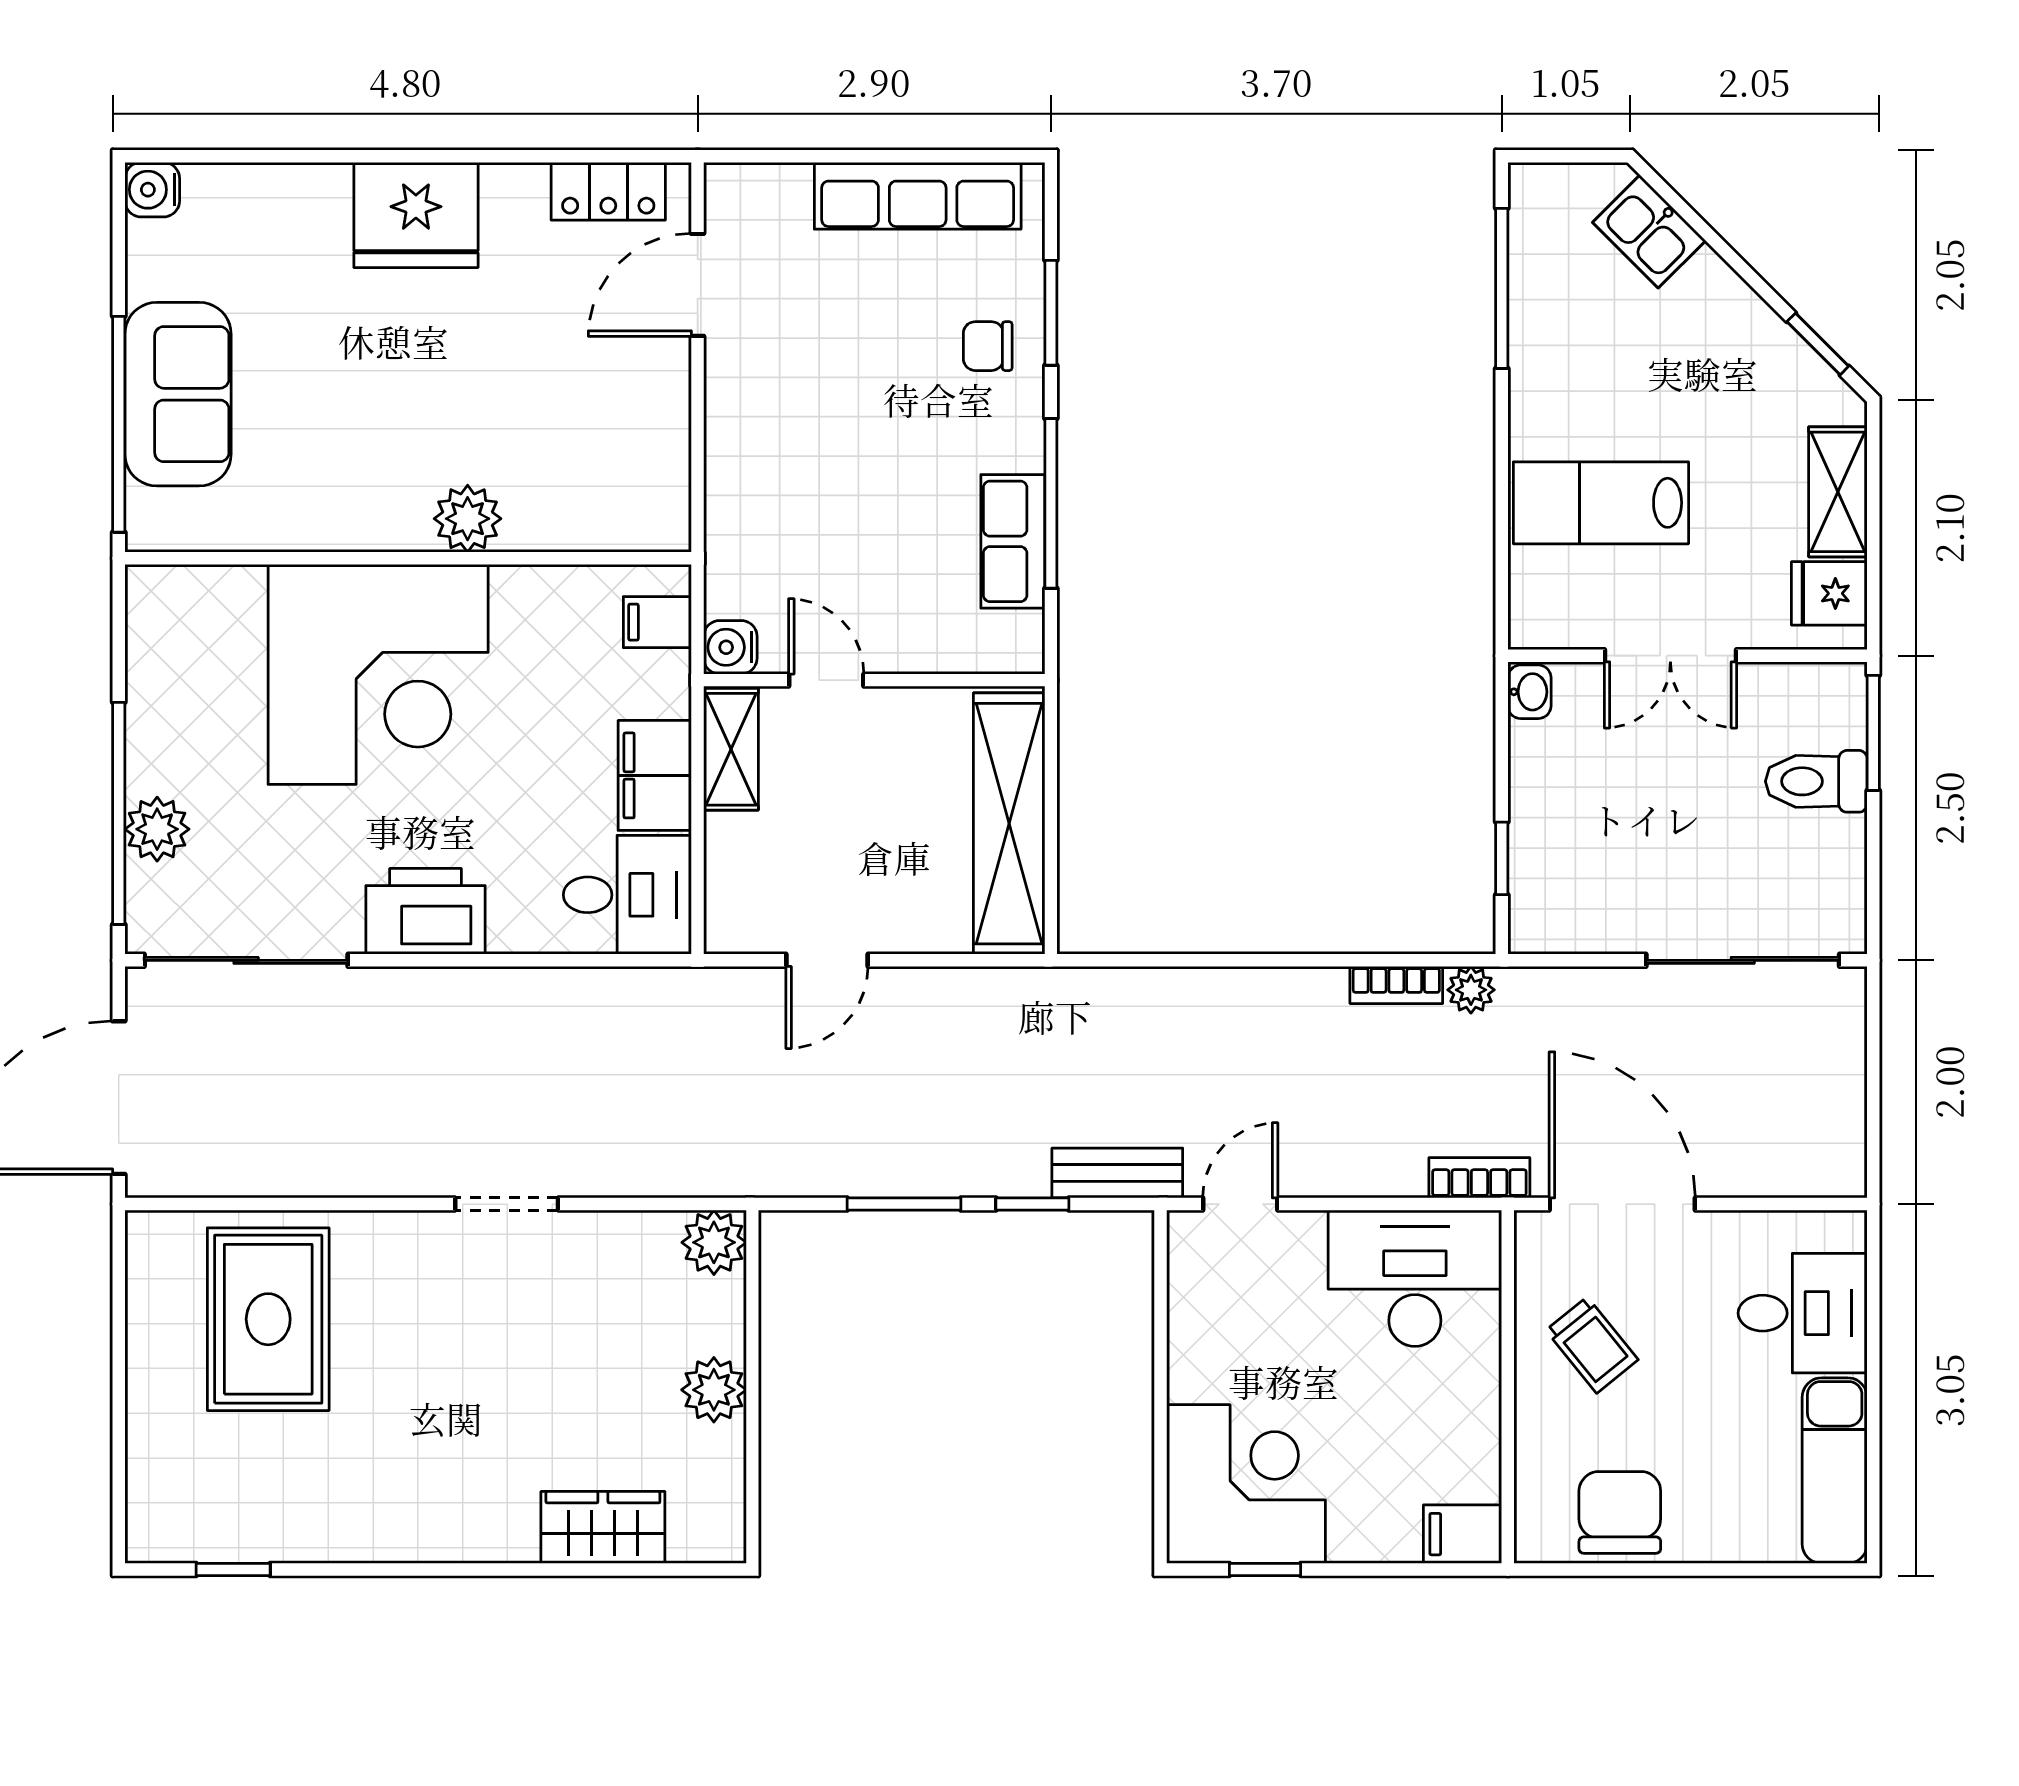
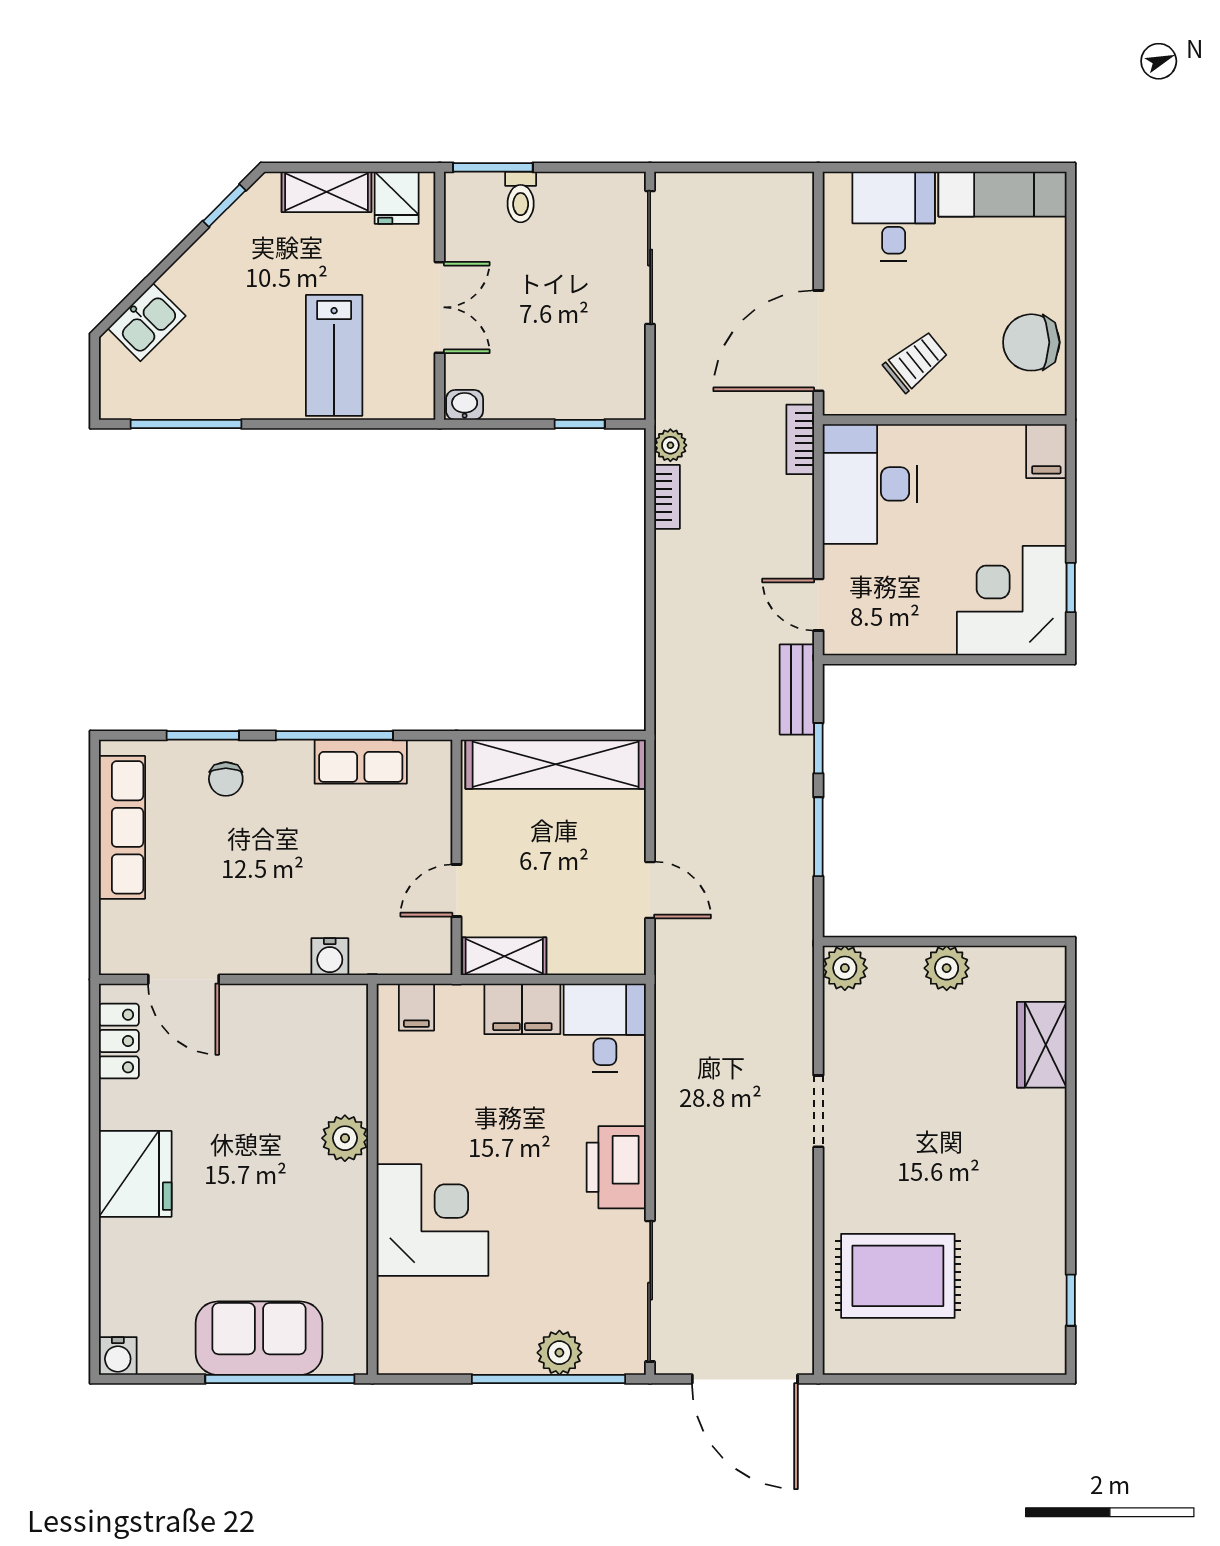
water cooler: (730, 647) -> (330, 957), moved
corner desk: (378, 674) -> (432, 1220), width x0.74, depth x0.74
toilet: (1816, 781) -> (521, 197), width x0.73, depth x0.72

